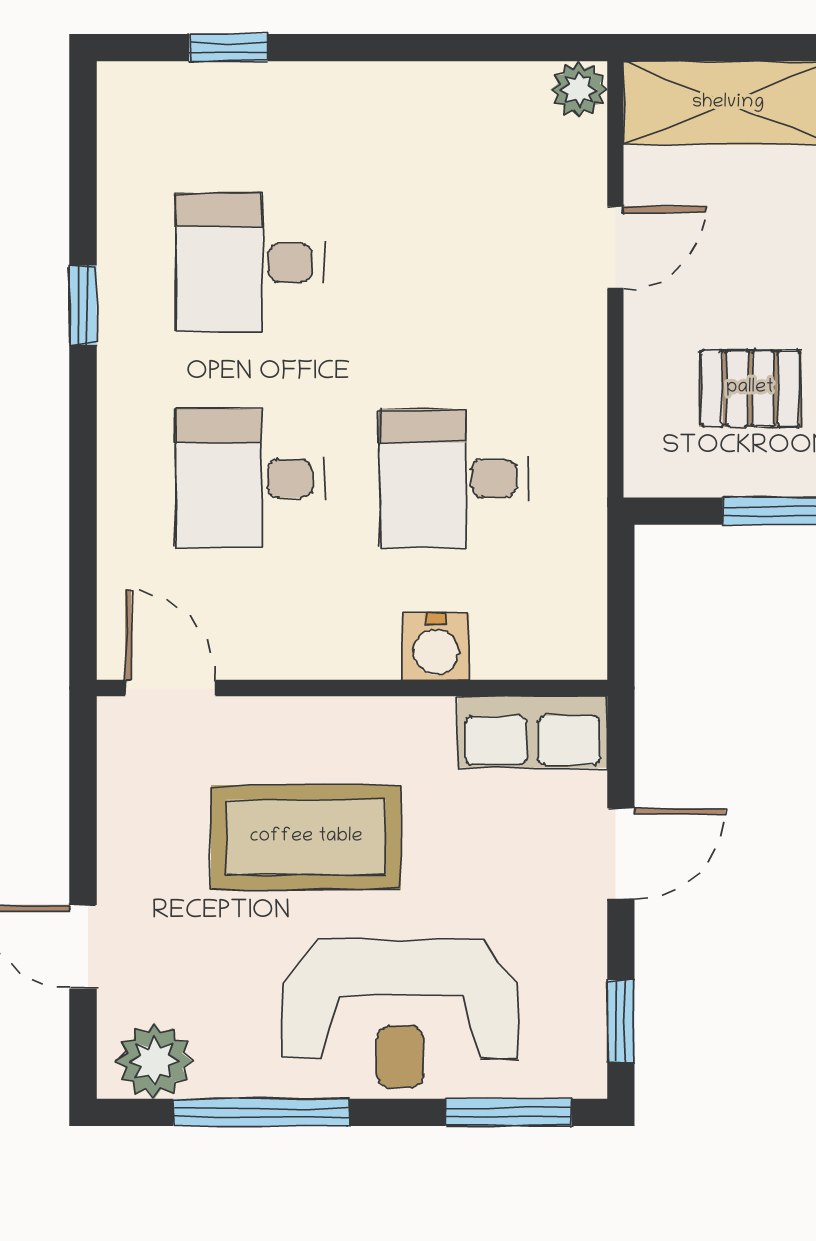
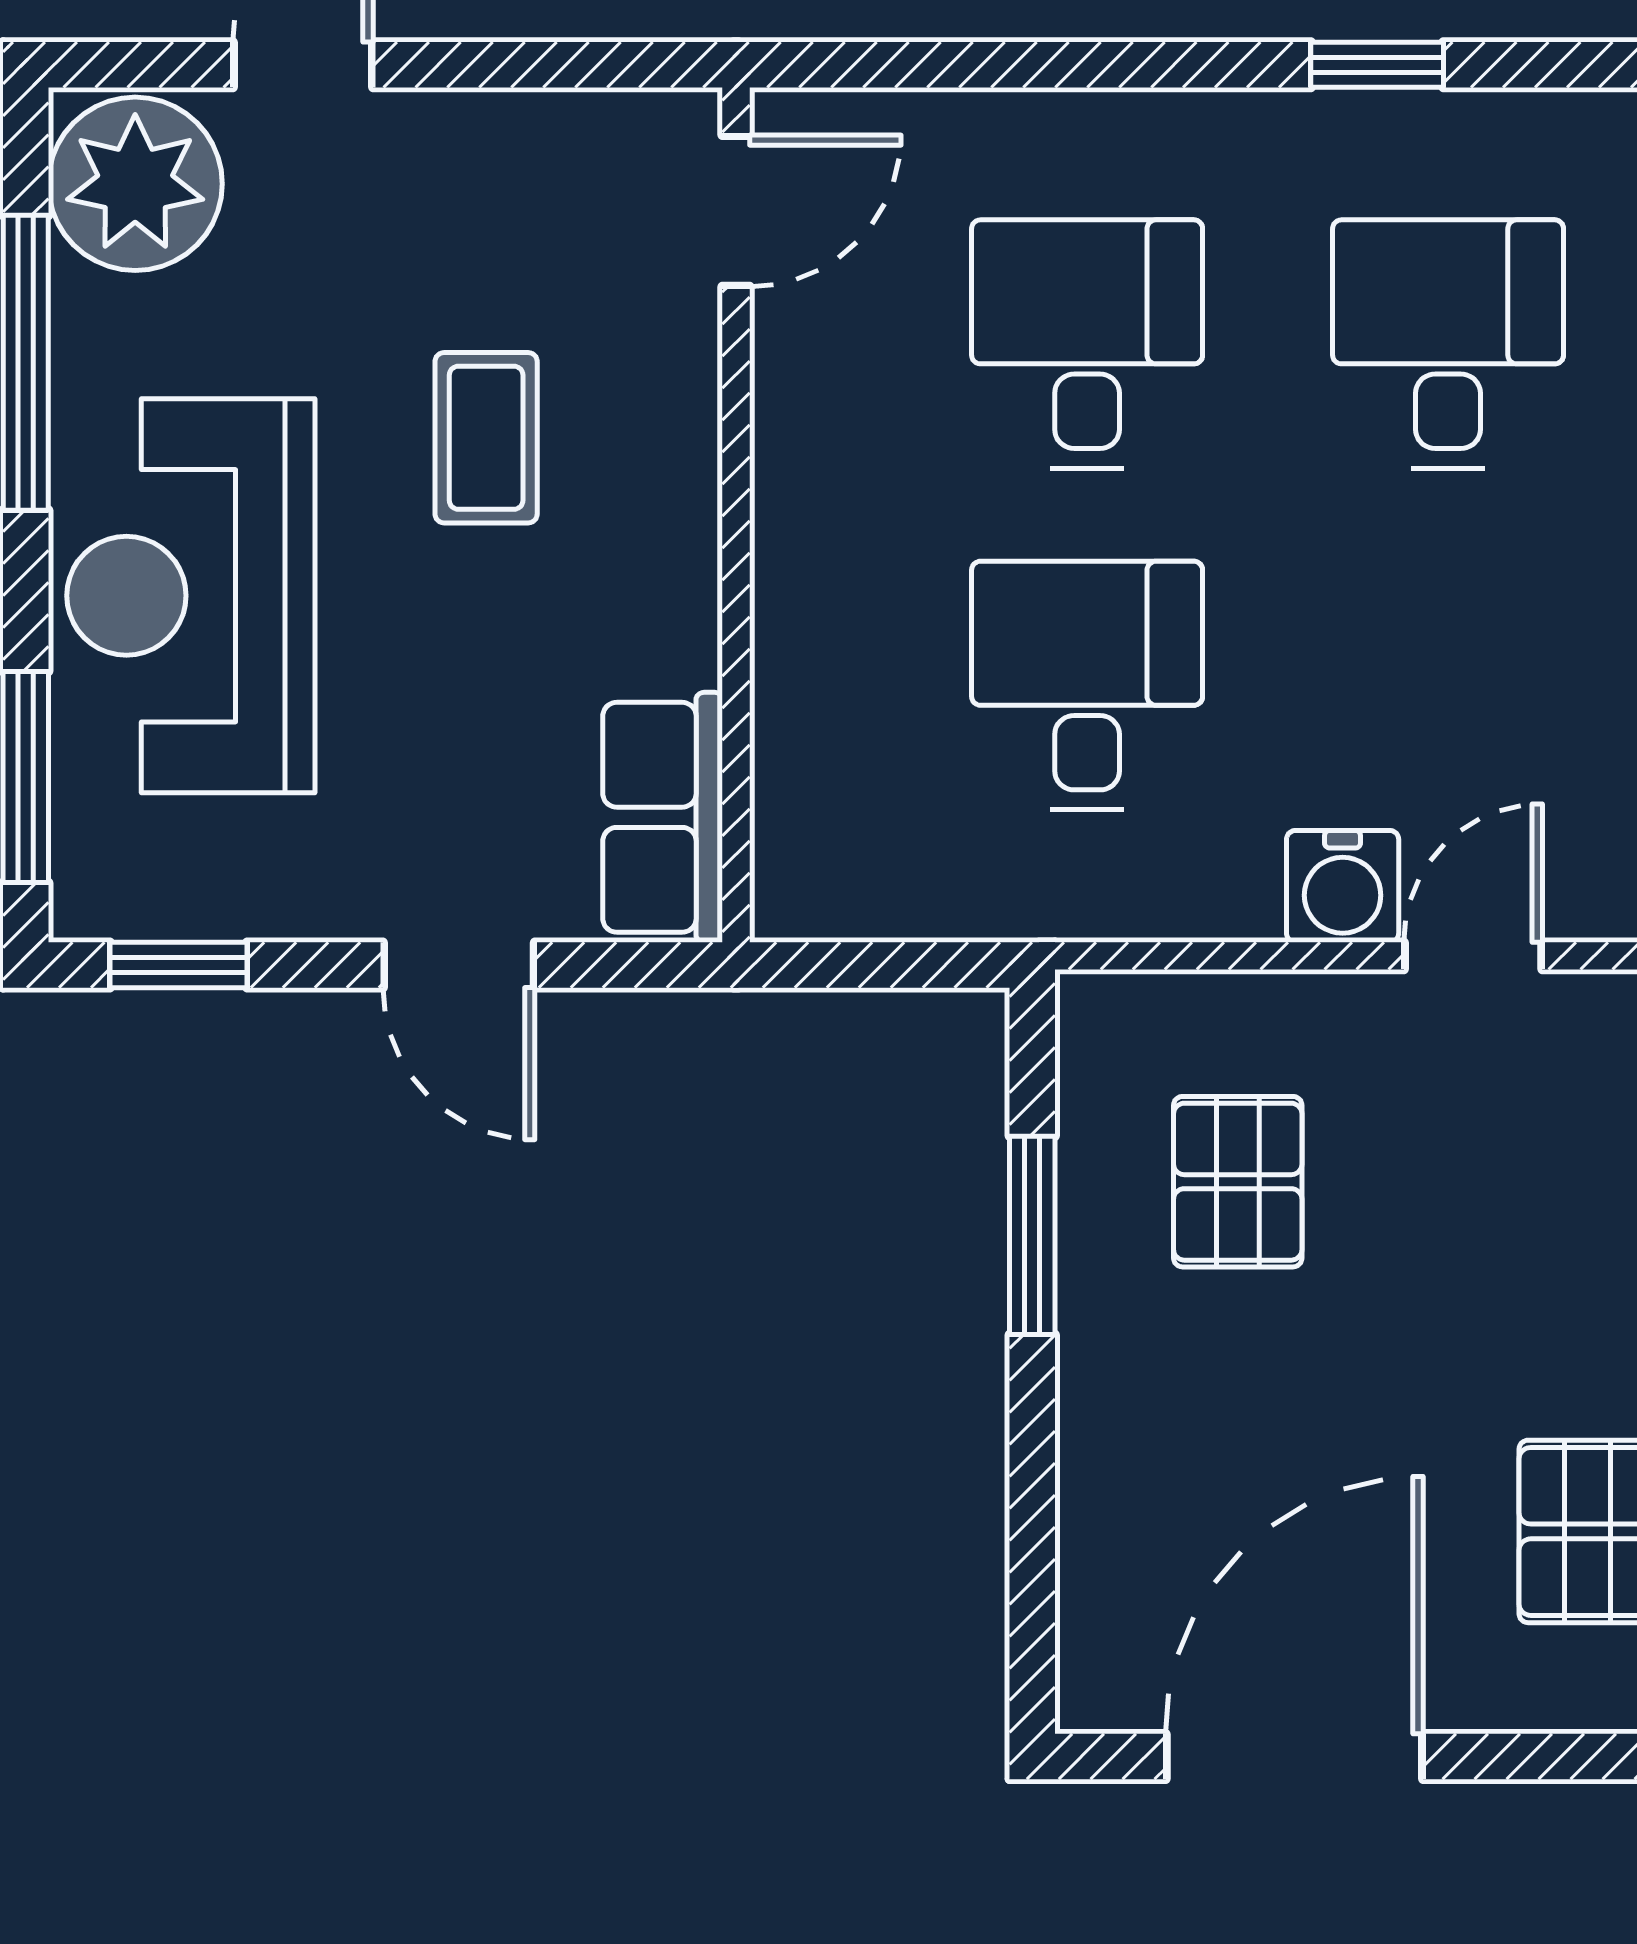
door: (615, 248) -> (1473, 956), swing flipped
water cooler: (436, 647) -> (1343, 886), moved, turned -90
coffee table: (306, 837) -> (486, 438), width x0.54, depth x0.58
plant: (154, 1061) -> (135, 184), width x1.36, depth x1.36

